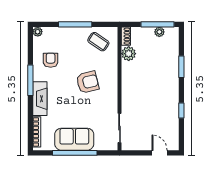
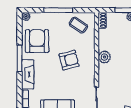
plant: (129, 54) -> (104, 57), moved
armchair: (51, 60) -> (37, 41), width x1.88, depth x1.88

